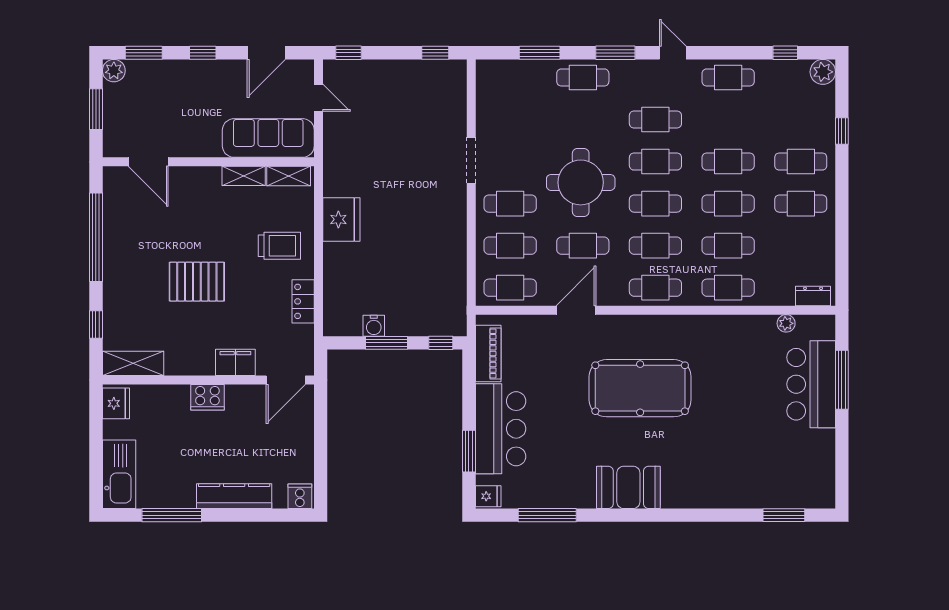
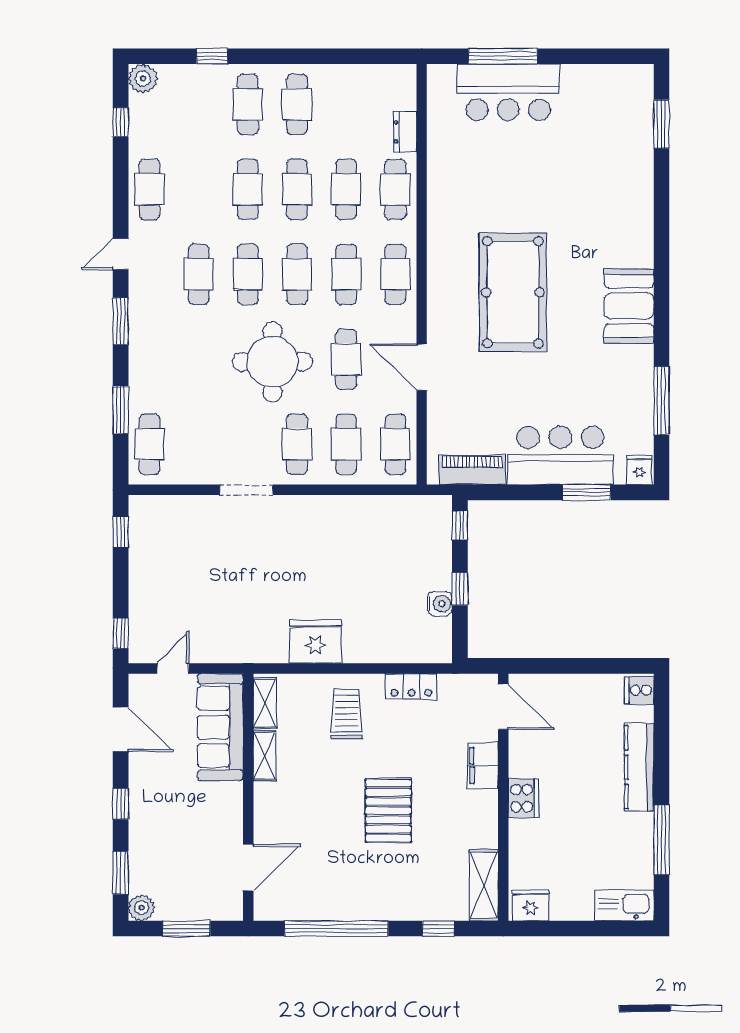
cafe table: (583, 77) -> (149, 444), moved
dresser: (813, 296) -> (405, 132), moved
plant: (786, 323) -> (437, 122), removed
window: (387, 343) -> (460, 589), width x0.67
kitchen sink: (119, 474) -> (624, 905), width x0.73, depth x0.81

